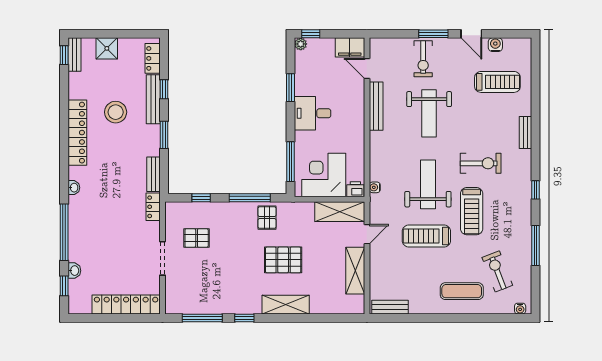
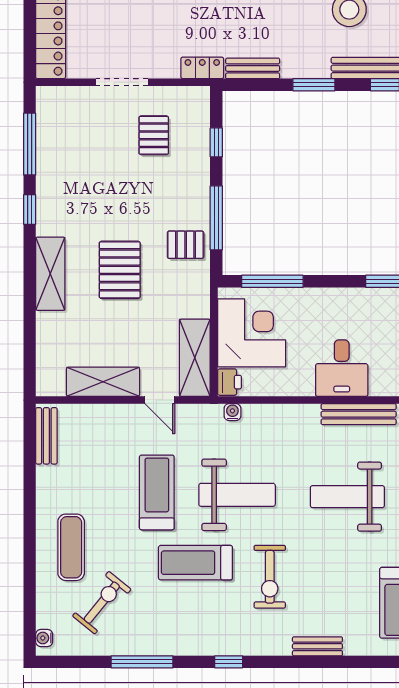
desk: (313, 113) -> (342, 368), moved, turned 180
exercise bike: (497, 271) -> (102, 603), turned -30

